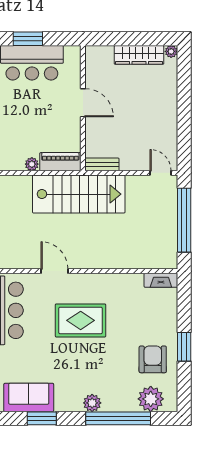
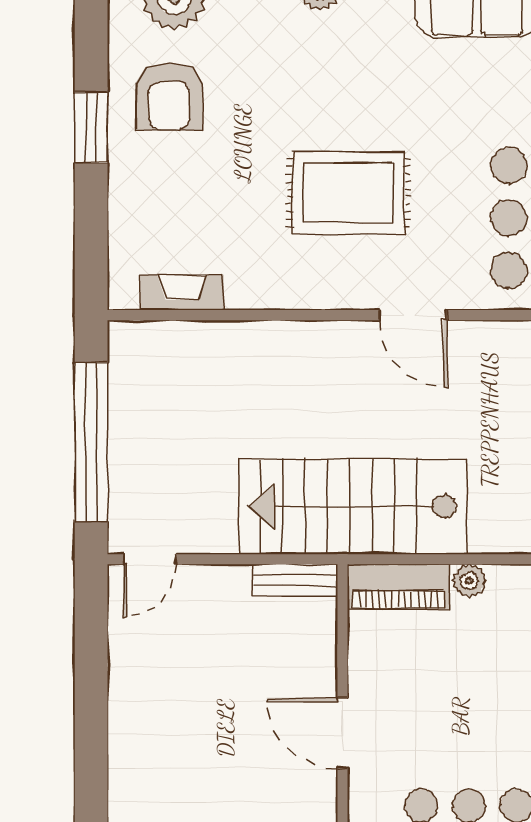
door: (161, 173) -> (150, 559), hinge flipped
fireplace: (161, 280) -> (182, 293), moved

